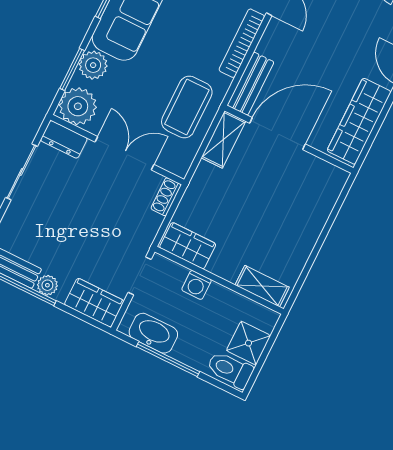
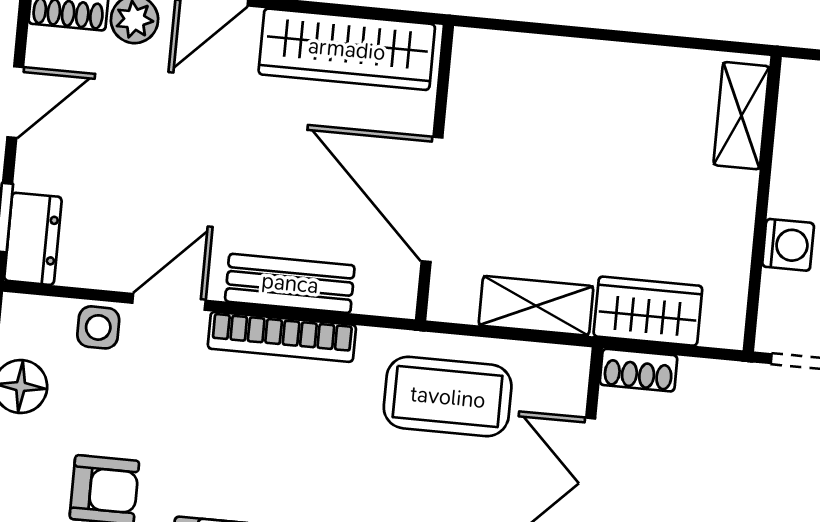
bench: (250, 84) -> (290, 283), moved
shelving: (223, 139) -> (536, 306), moved
wardrobe: (188, 246) -> (648, 311), moved, turned 90

